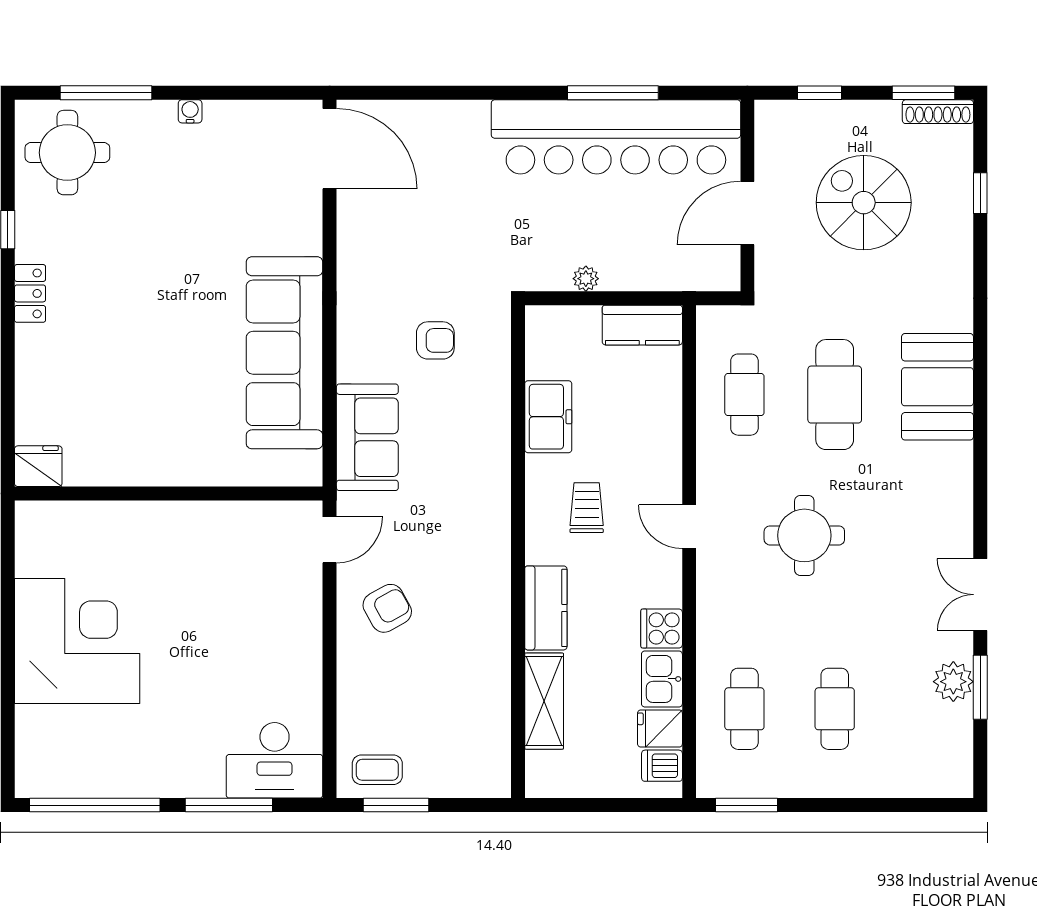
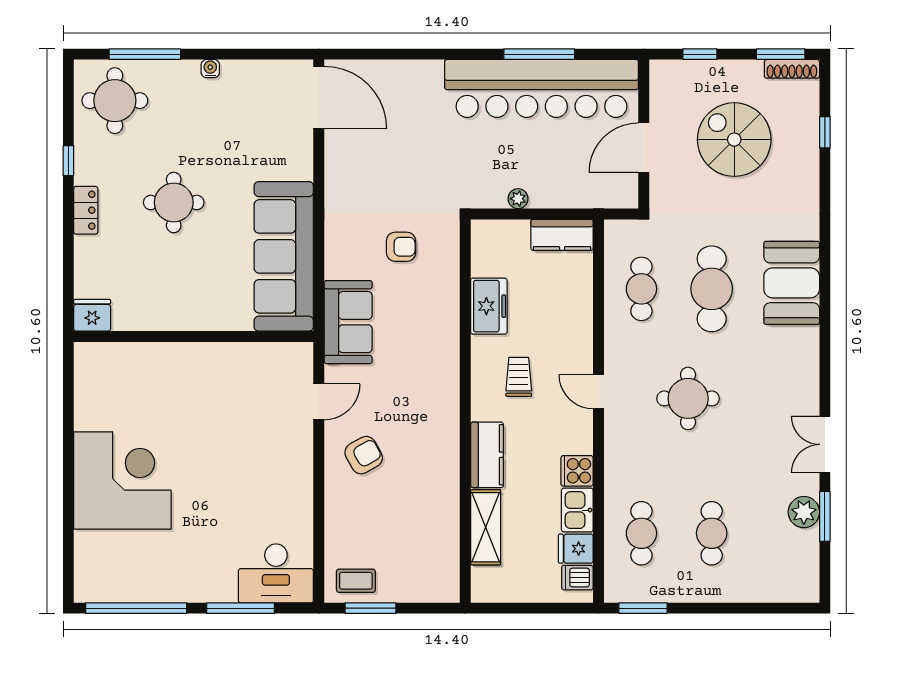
round table: (143, 283) -> (174, 202), added
fridge: (38, 466) -> (92, 315), moved
wall: (169, 493) -> (194, 336), moved

